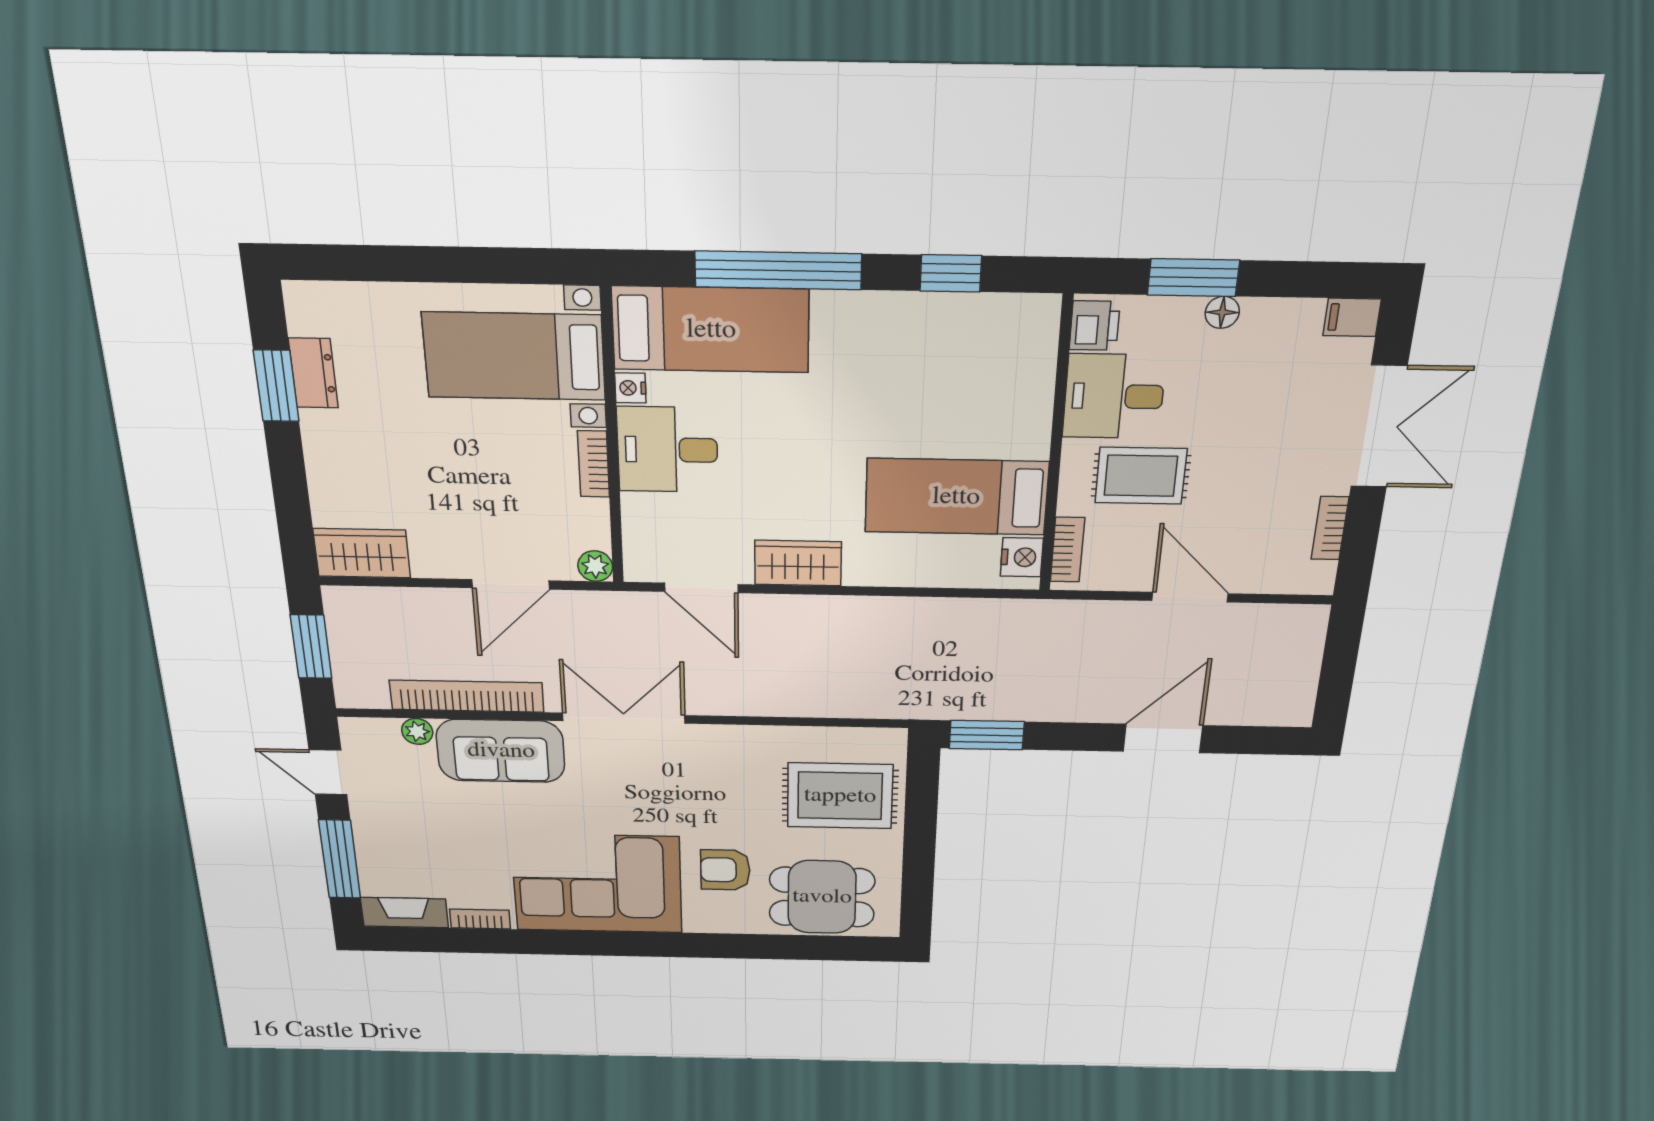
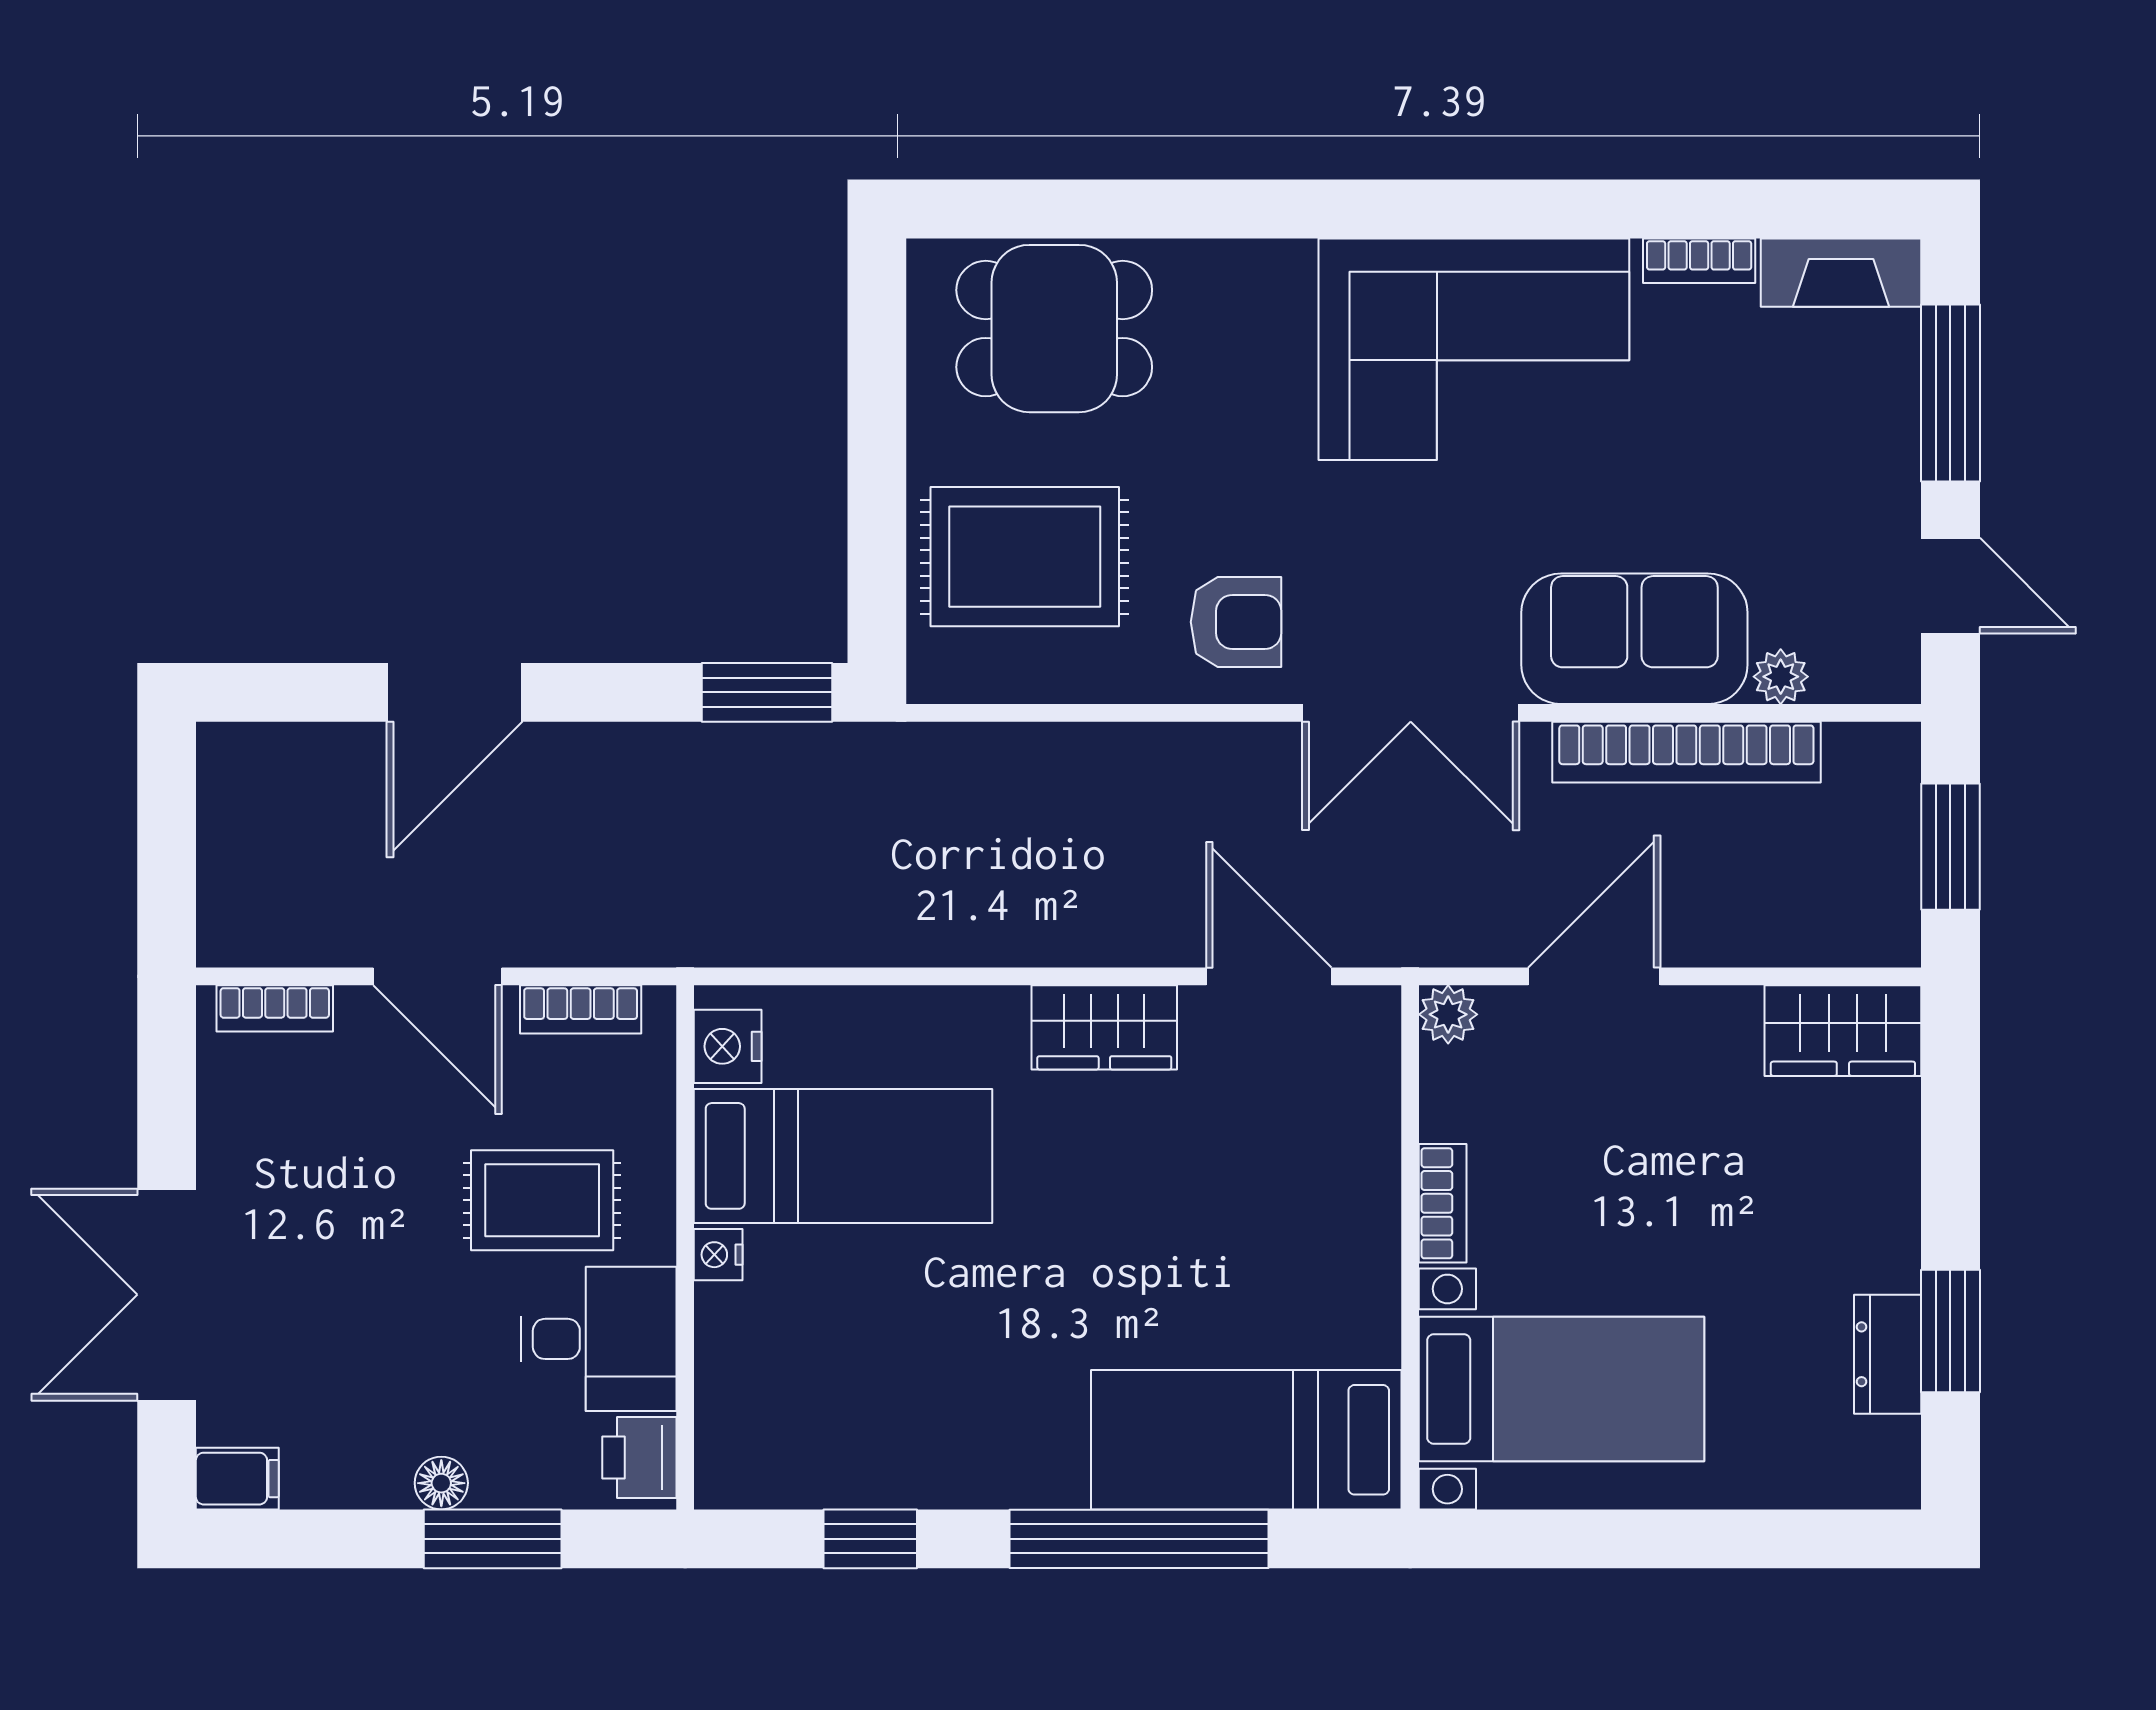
nightstand: (630, 388) -> (718, 1255), moved, turned 180
desk: (668, 450) -> (1320, 1231), removed
bookcase: (1330, 528) -> (275, 1008), moved, turned 90
bookcase: (1067, 550) -> (581, 1009), moved, turned -90
armchair: (725, 870) -> (1236, 622), moved

